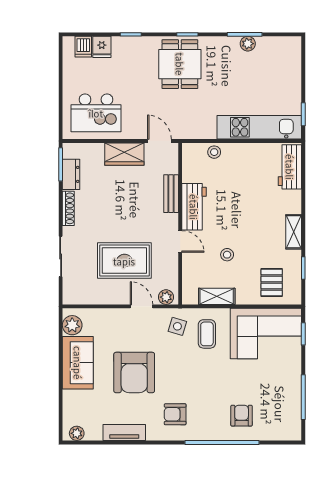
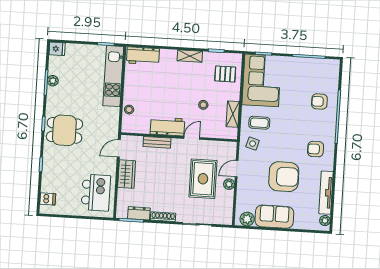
fridge: (102, 47) -> (57, 49), moved
plant: (166, 297) -> (229, 184), moved
armchair: (175, 414) -> (316, 149), turned 90
tv unit: (124, 432) -> (326, 193), width x1.41

